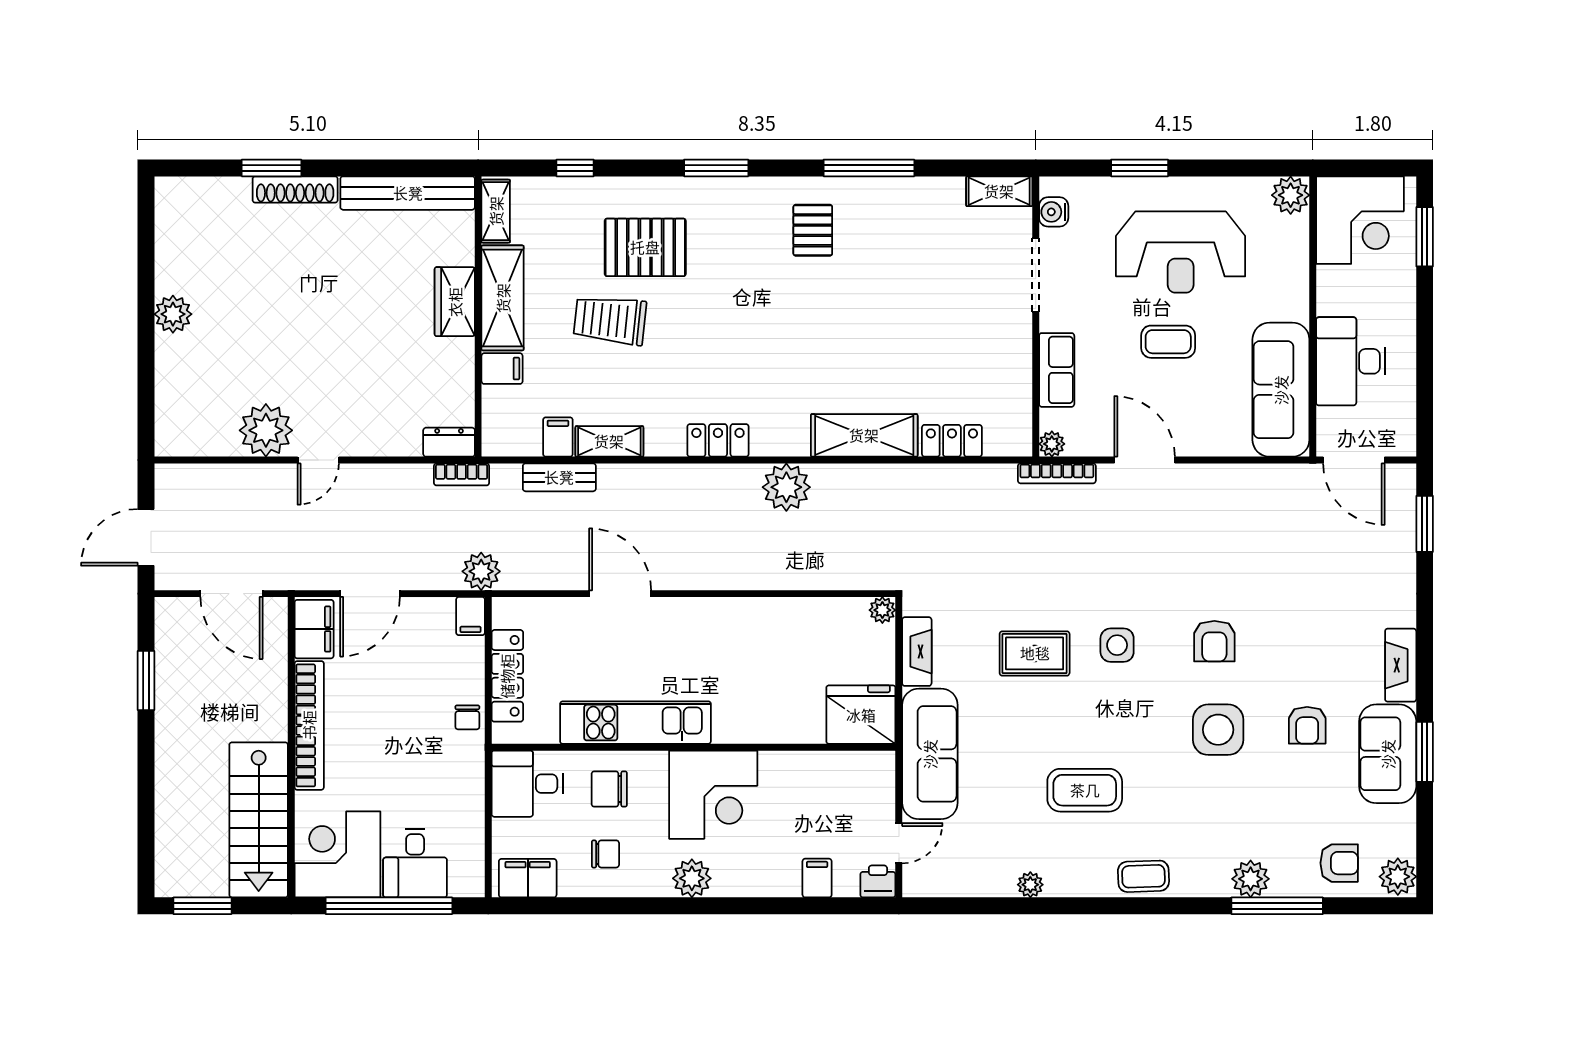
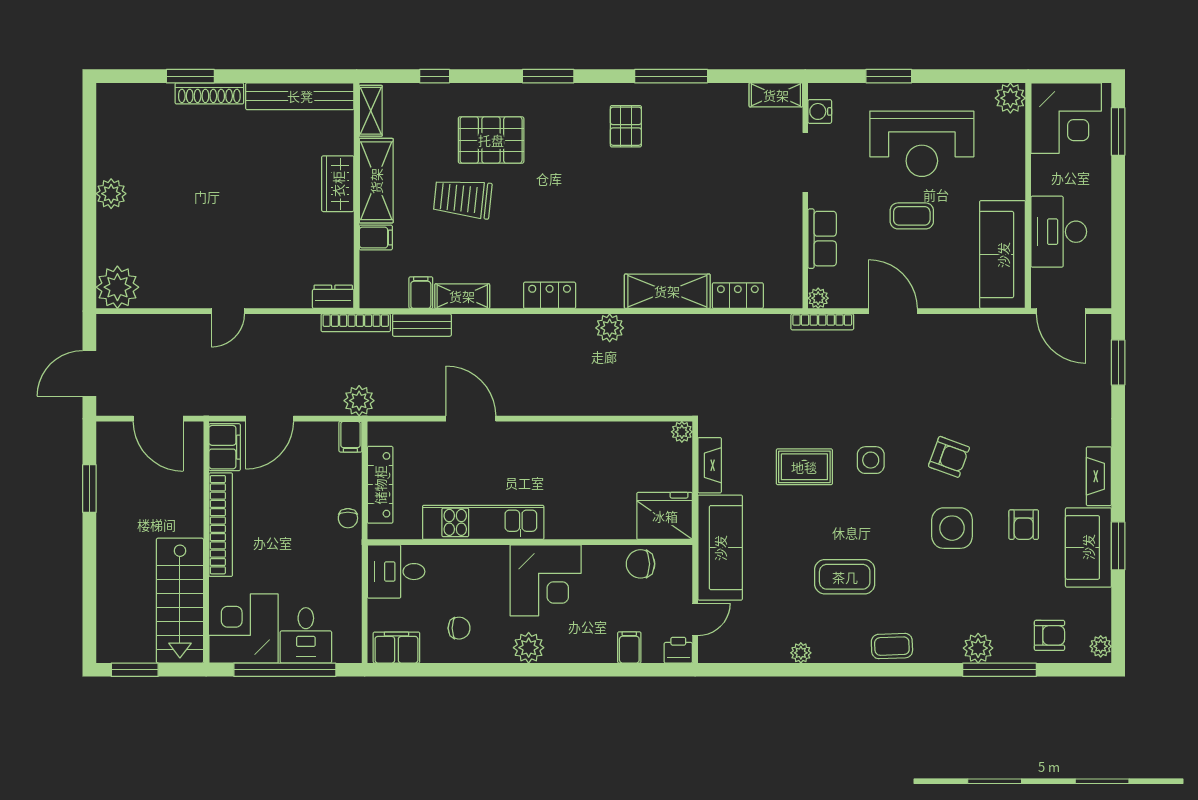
plant: (266, 430) -> (117, 287), moved
bookcase: (462, 474) -> (356, 323), width x1.56
plant: (786, 487) -> (610, 328), width x0.73, depth x0.73
armchair: (1214, 641) -> (949, 457), turned -70
chair: (609, 789) -> (640, 564), moved
plant: (1398, 877) -> (1101, 646), width x0.73, depth x0.73

